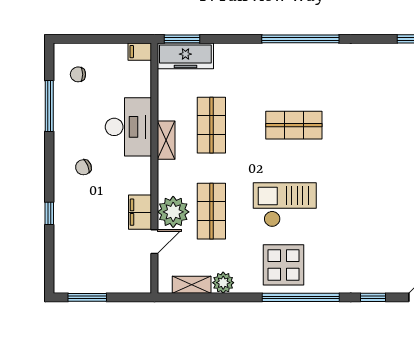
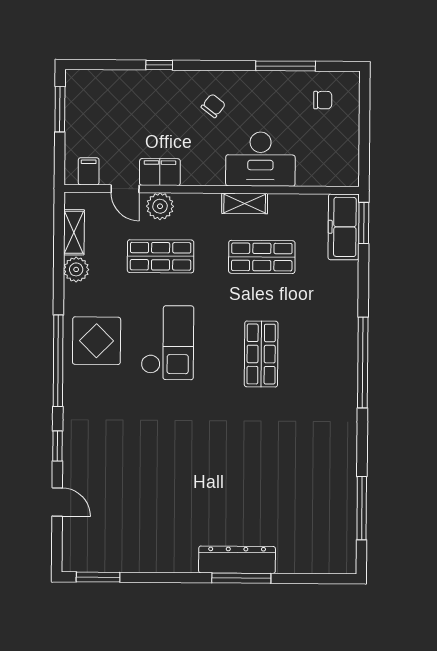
filing cabinet: (140, 52) -> (89, 171), moved
chair: (78, 74) -> (323, 100), turned 90
chair: (83, 167) -> (213, 106), turned 60
plant: (173, 212) -> (160, 206), width x0.73, depth x0.73

